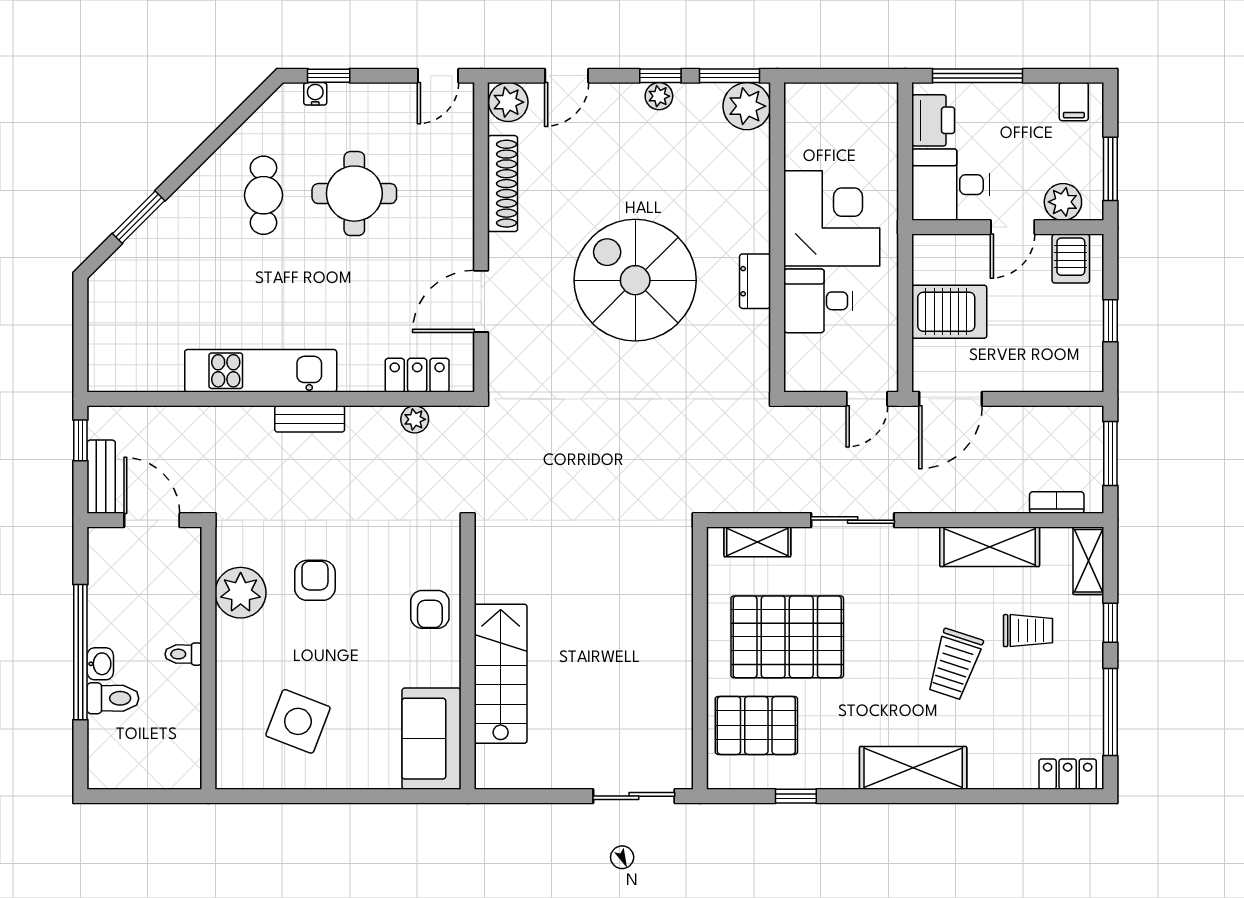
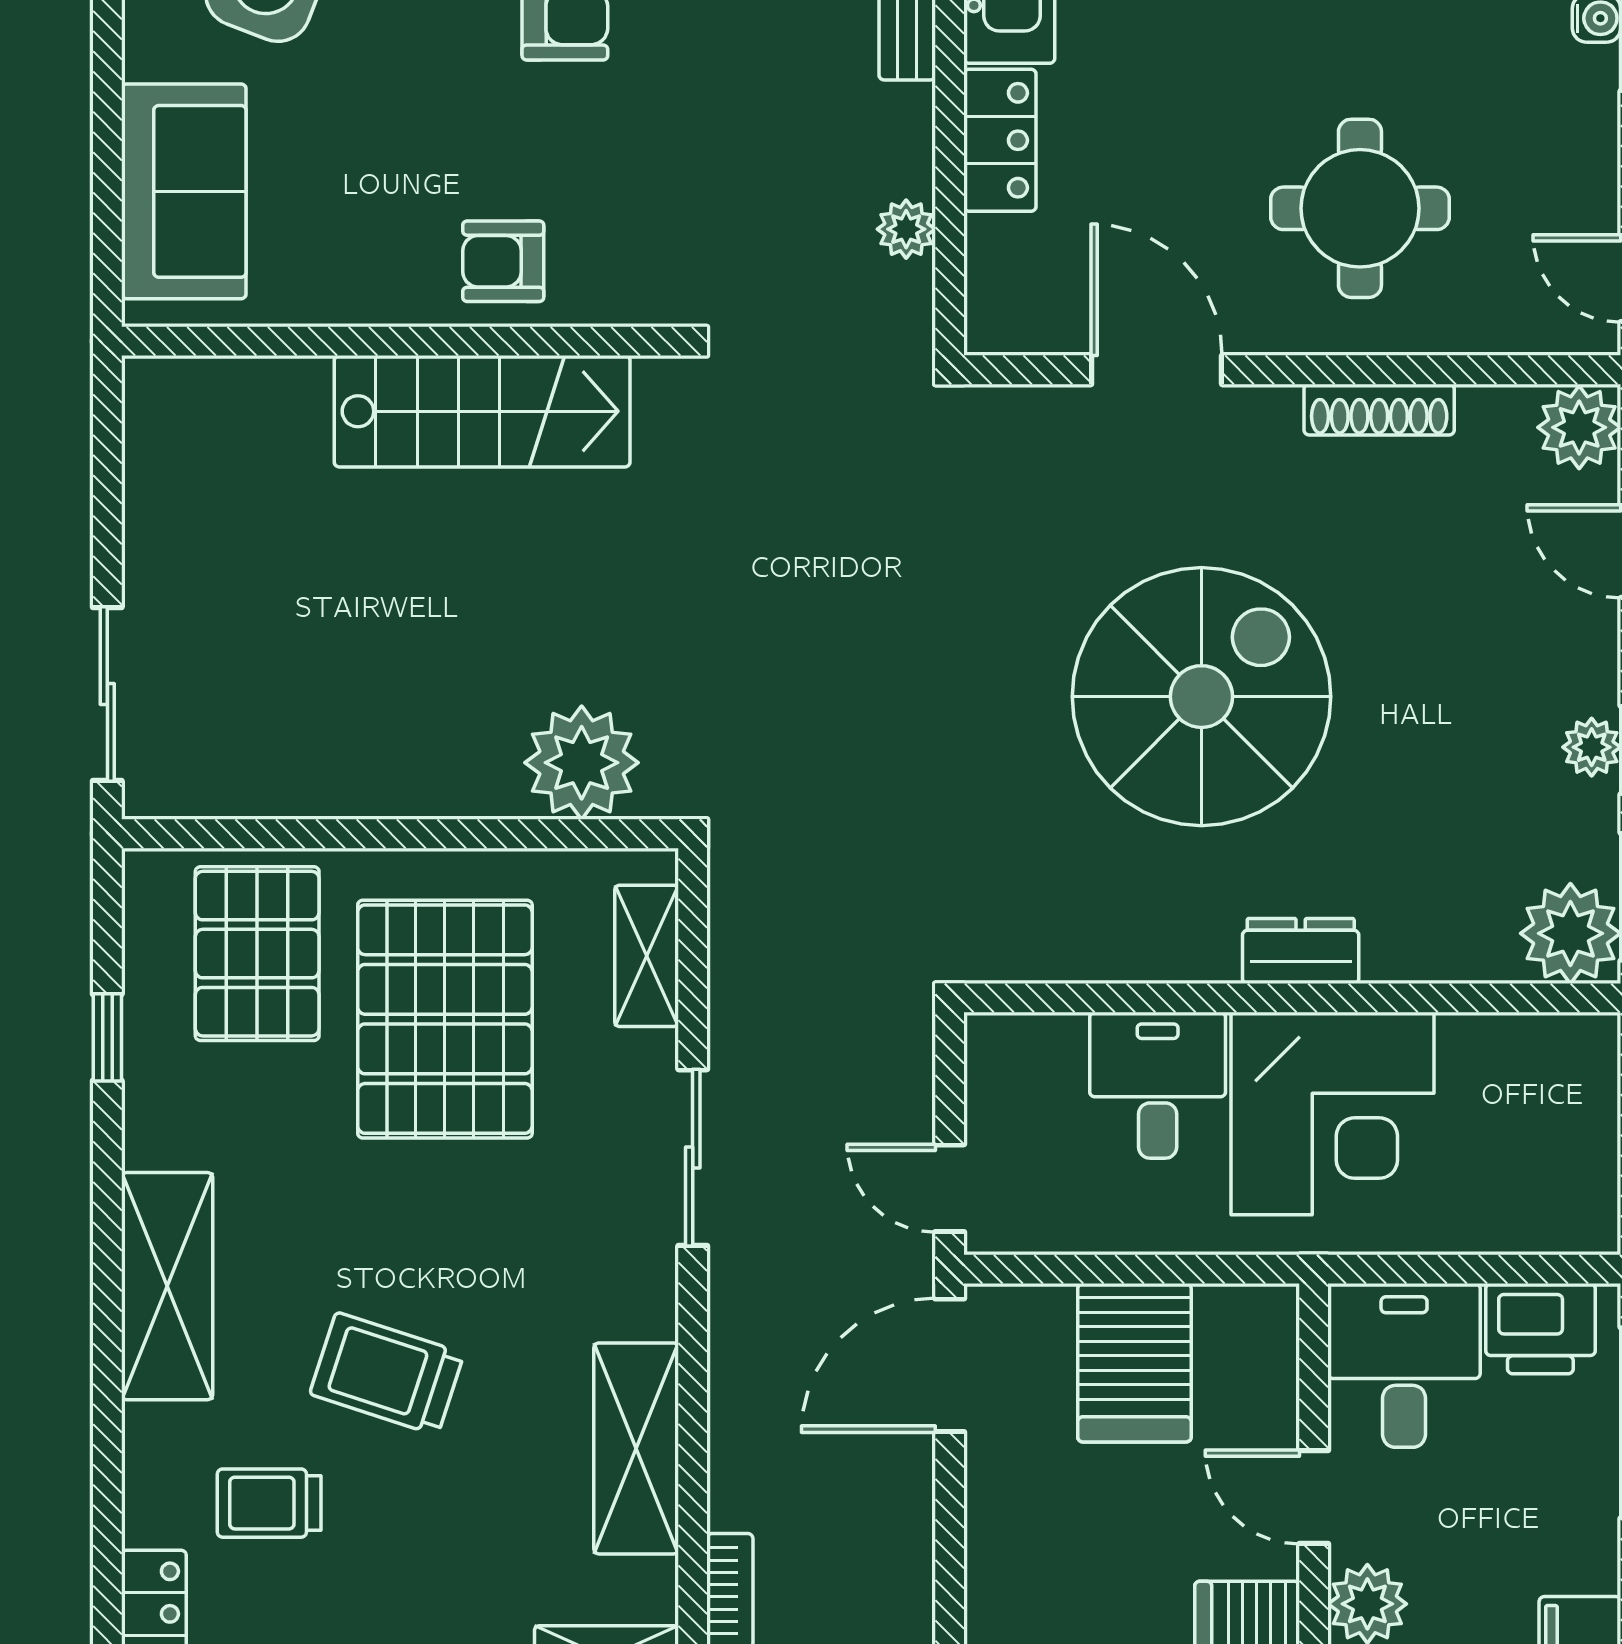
shoe rack: (503, 184) -> (1379, 410), width x0.74, depth x0.81
round table: (354, 194) -> (1360, 208), moved
dresser: (755, 281) -> (1301, 951), moved
locker: (417, 375) -> (1000, 140), moved
door: (950, 399) -> (950, 1365), hinge flipped
plant: (666, 572) -> (582, 763), added
trolley: (1028, 631) -> (269, 1503), moved, turned 90
stairs: (501, 674) -> (482, 411), moved
sofa: (431, 739) -> (184, 191), moved, turned 90

